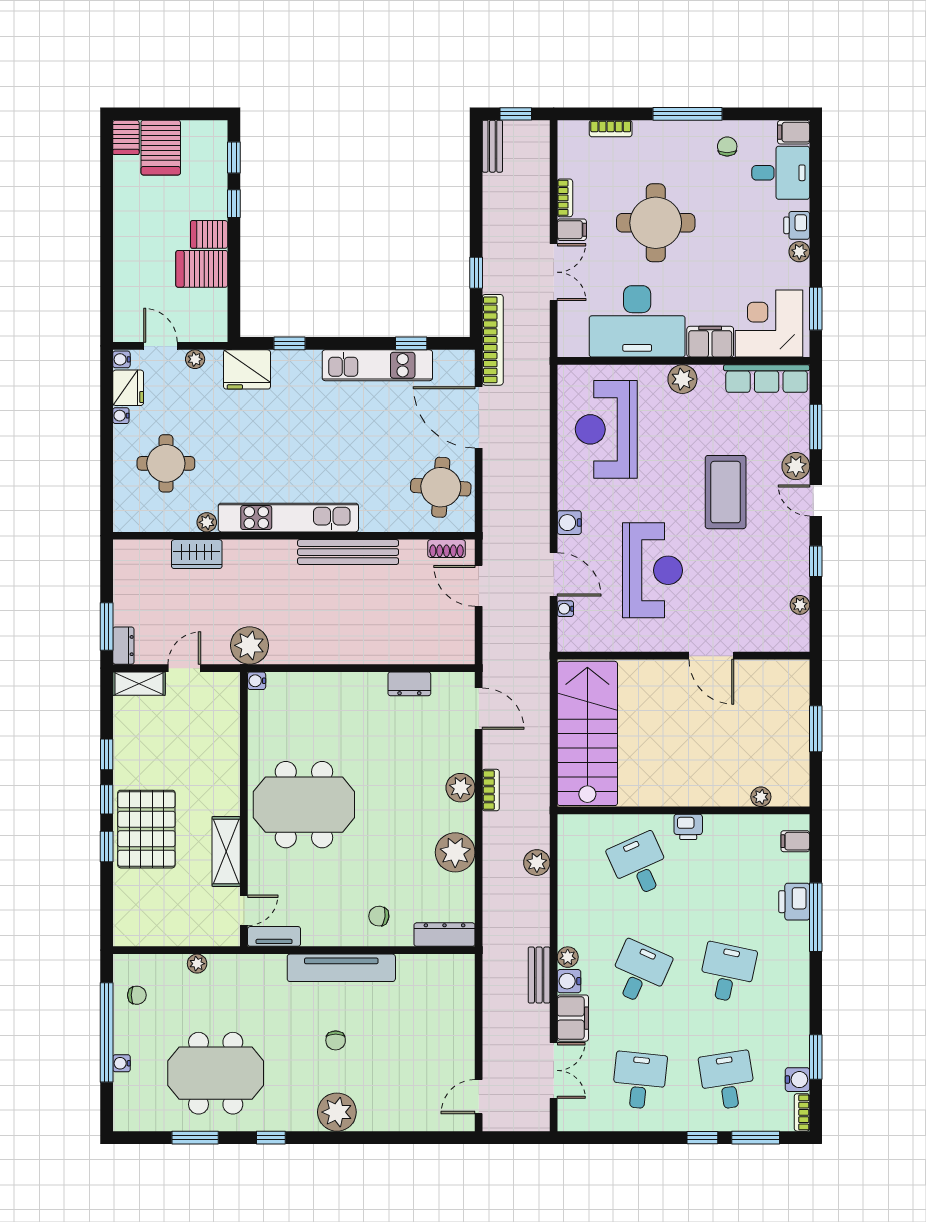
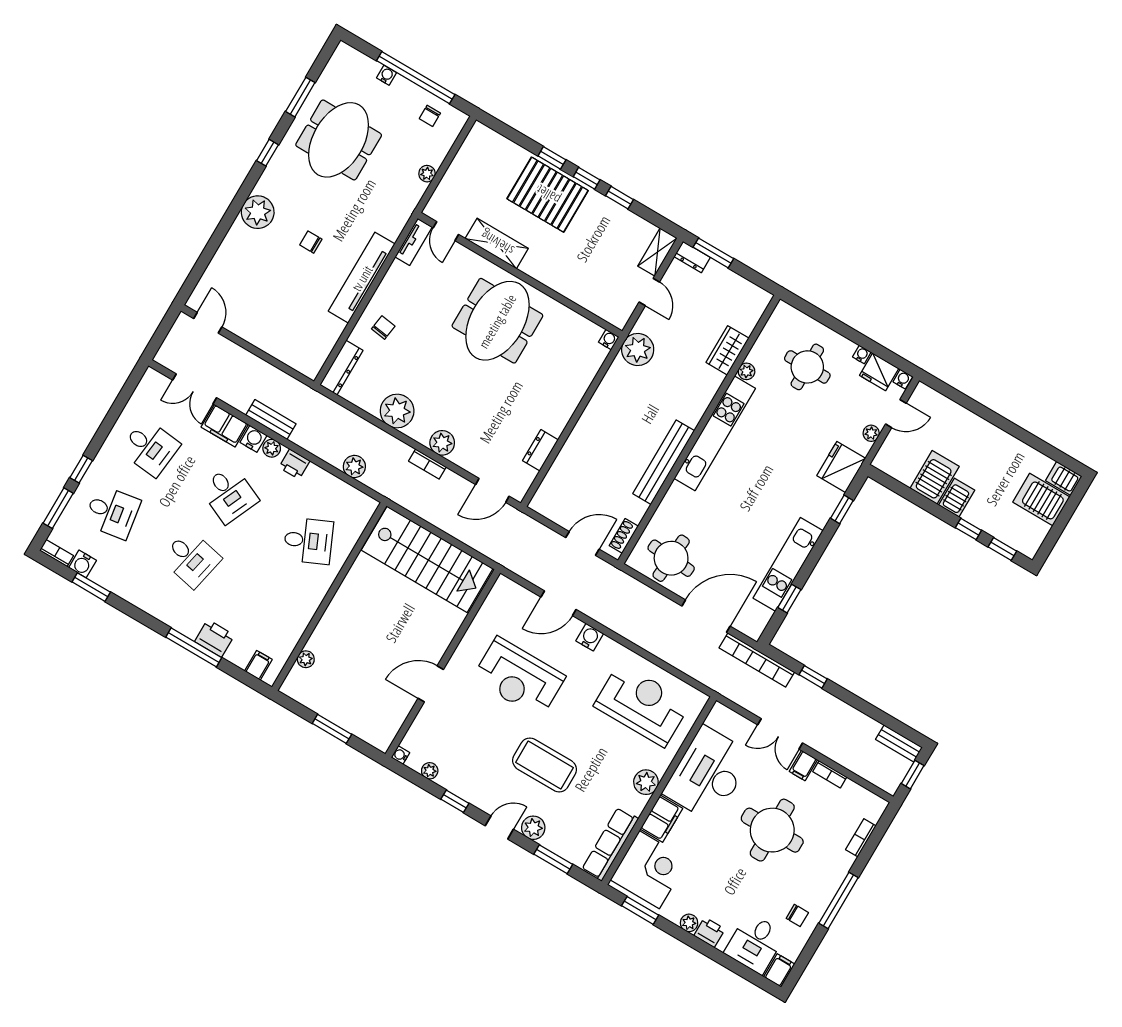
water cooler: (565, 609) -> (400, 755), moved, turned -90
printer: (688, 827) -> (294, 464), moved, turned -90

